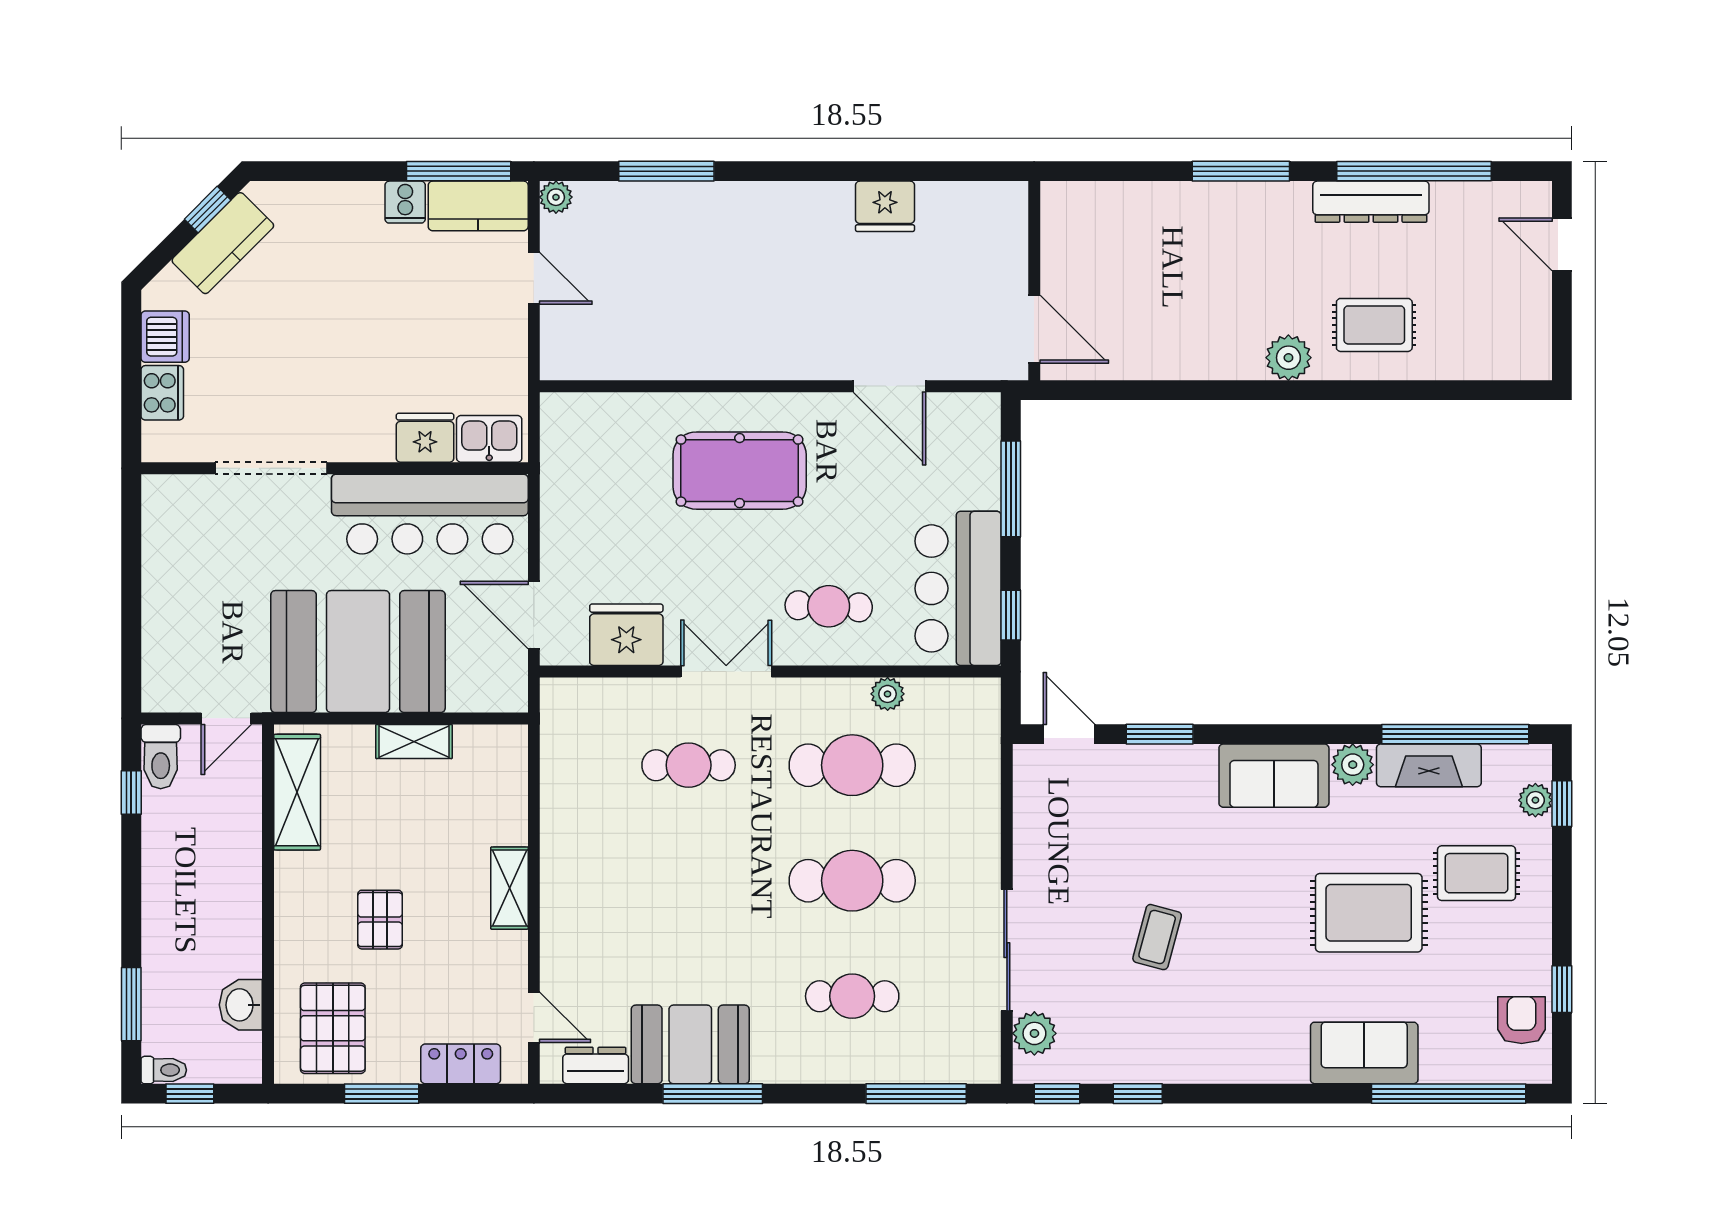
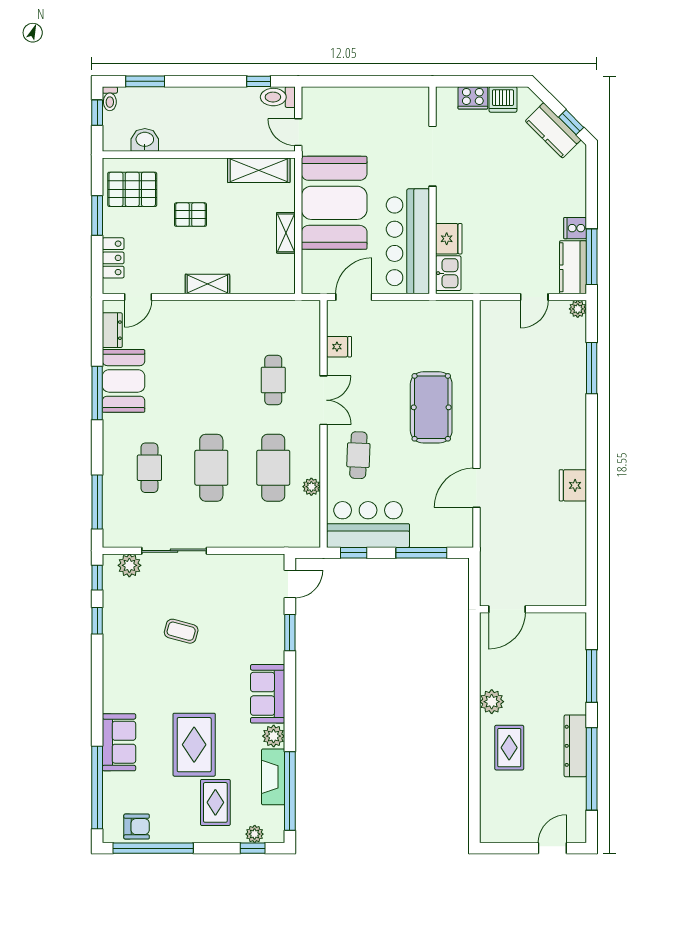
wall: (1034, 281) -> (533, 609), moved
door: (1034, 329) -> (507, 609), moved
fridge: (626, 635) -> (339, 347), width x0.53, depth x0.75
window: (1562, 989) -> (153, 848), width x3.17

